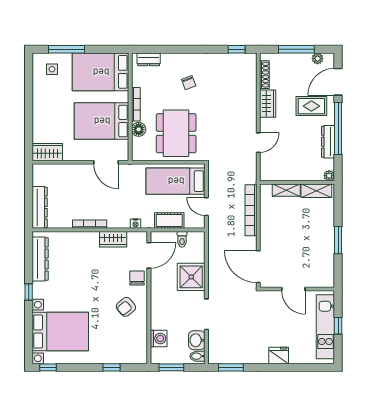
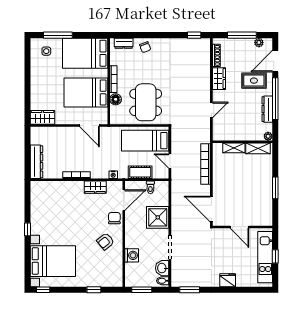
chair: (189, 83) -> (145, 47), moved
dresser: (40, 259) -> (37, 203), removed
washing machine: (159, 338) -> (132, 255), moved

